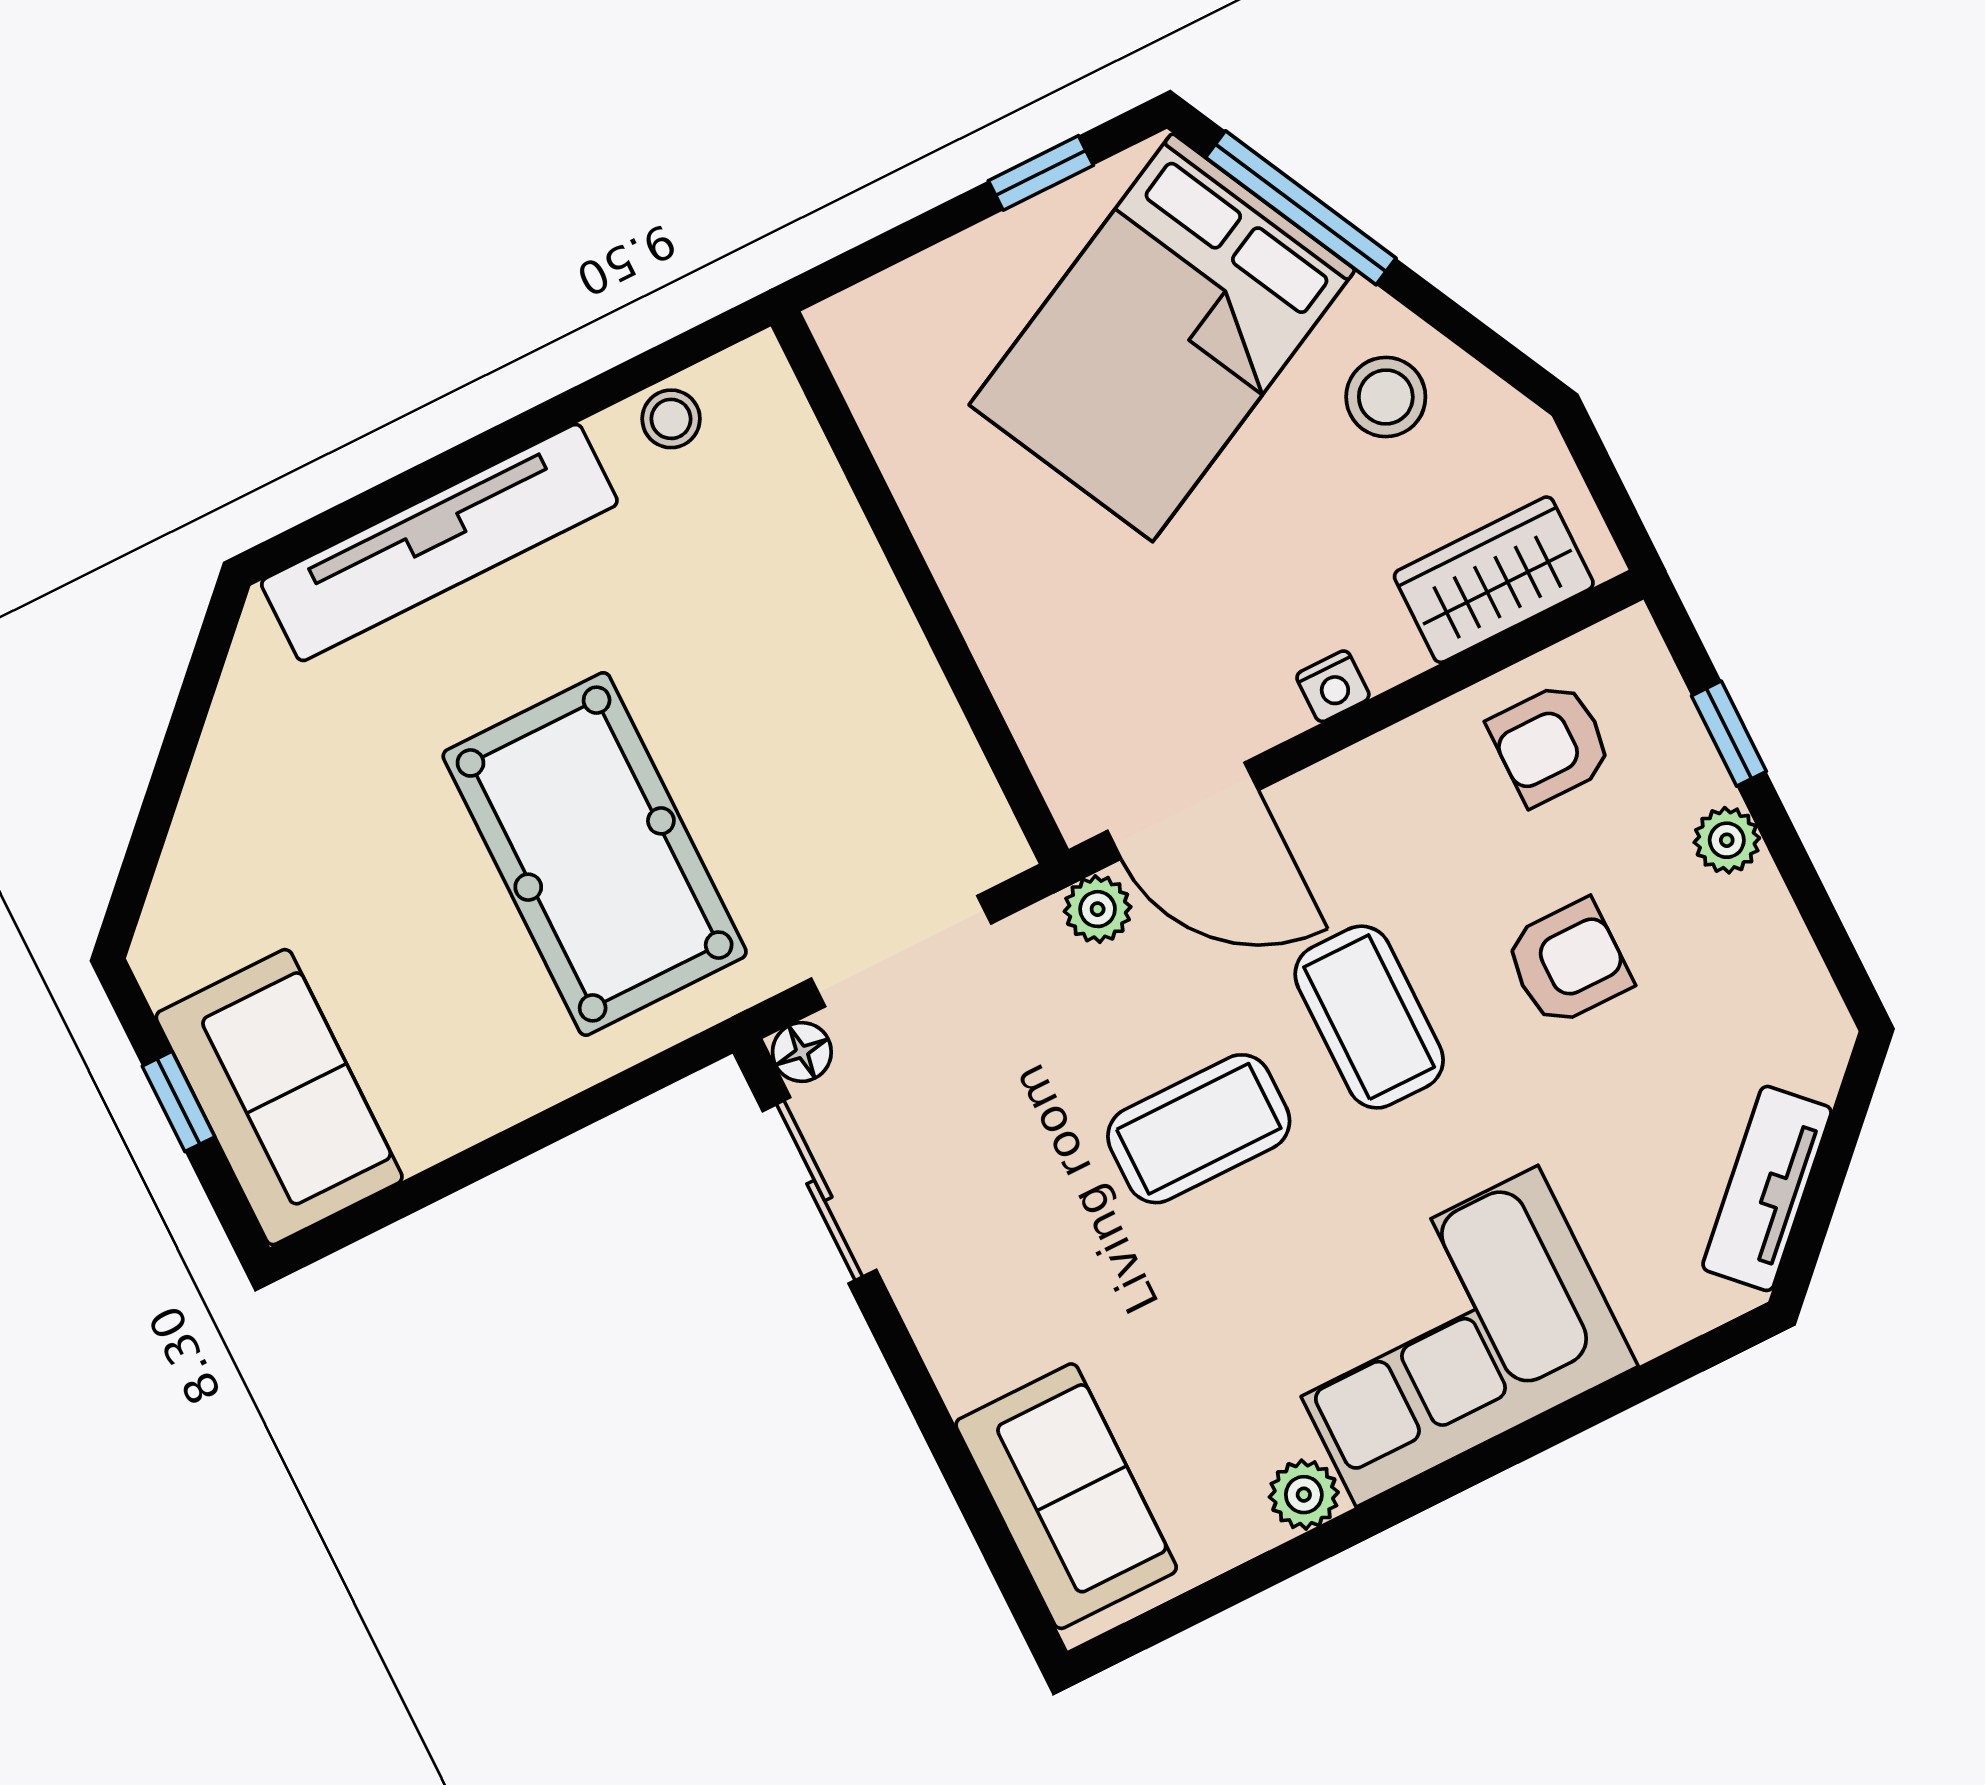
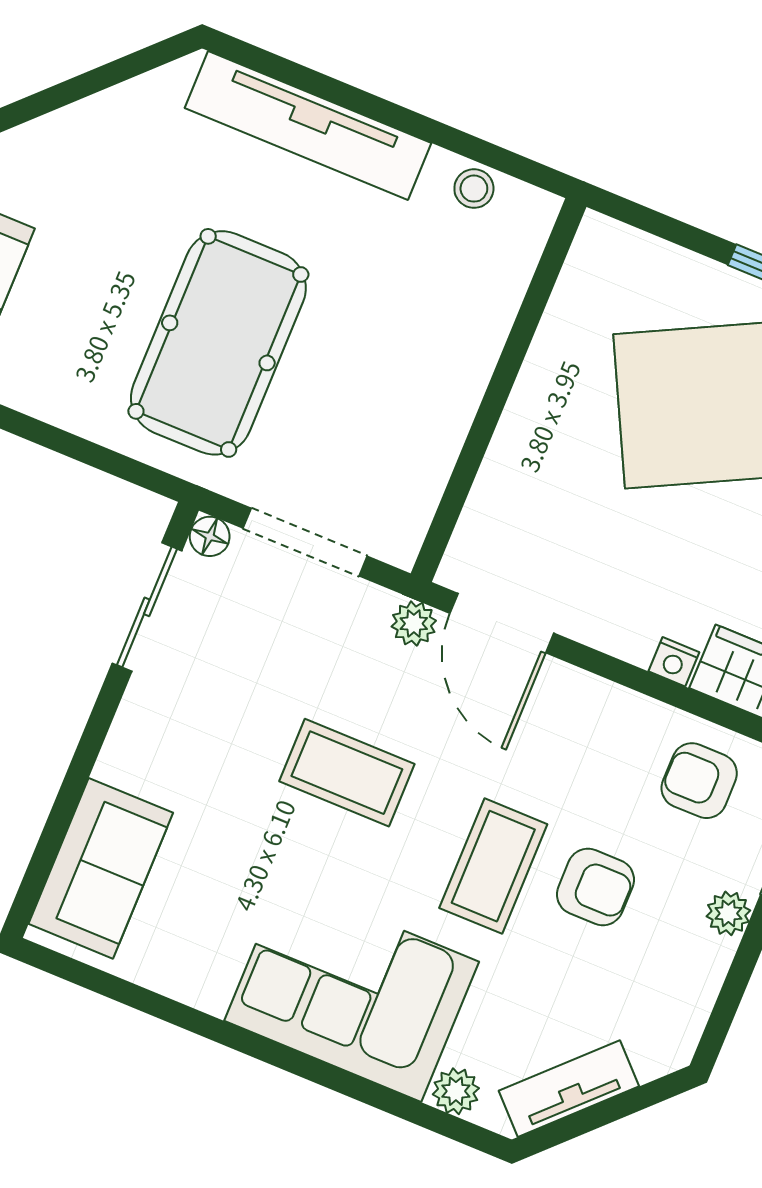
nightstand: (1333, 686) -> (674, 662), moved
coffee table: (1369, 1017) -> (493, 866), moved
plant: (1304, 1495) -> (456, 1091), moved

